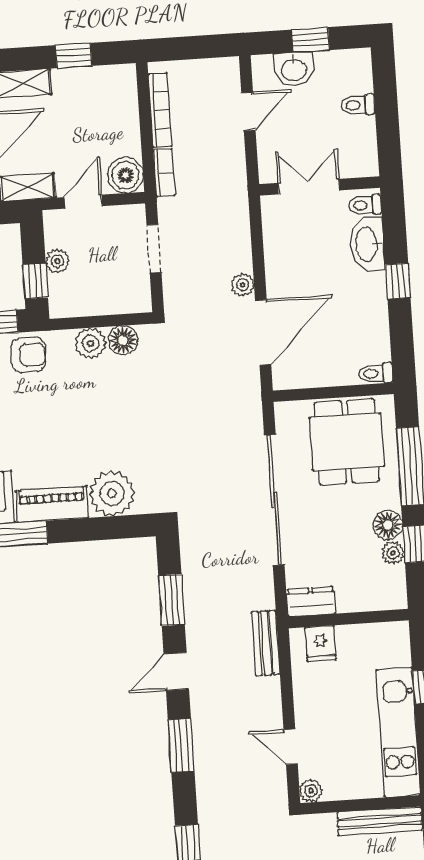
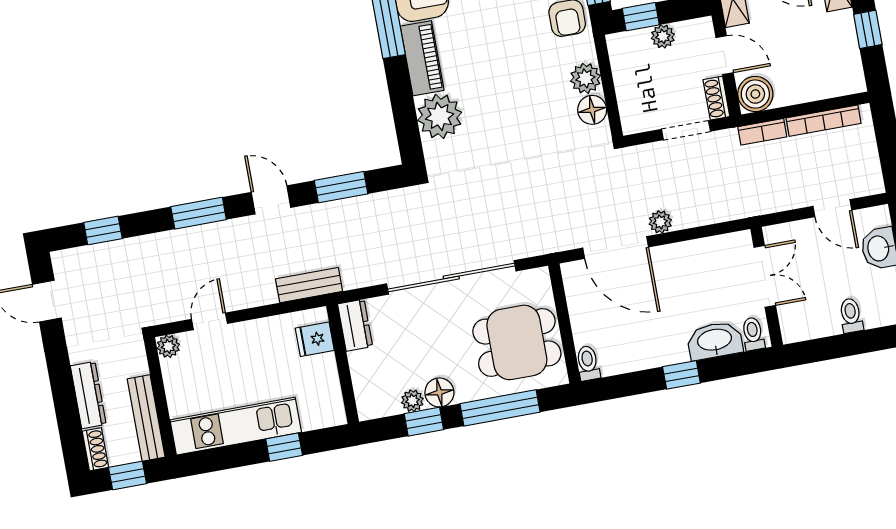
shoe rack: (125, 215) -> (716, 98), added

